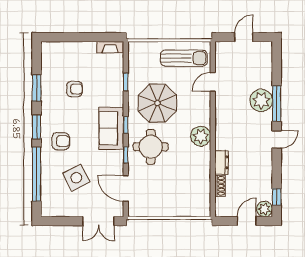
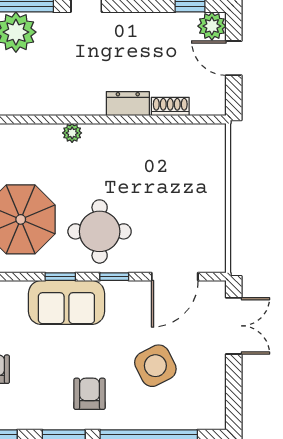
plant: (201, 136) -> (72, 133), width x0.53, depth x0.53

